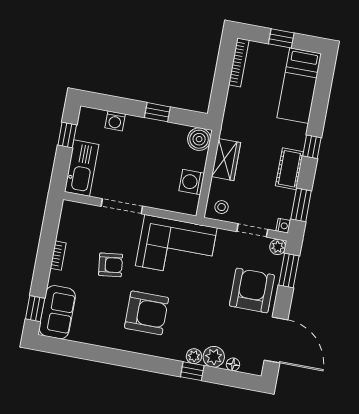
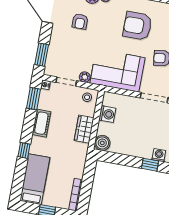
window: (157, 112) -> (150, 165), moved
window: (312, 147) -> (24, 150), moved
plant: (278, 247) -> (85, 77), moved
armchair: (252, 290) -> (80, 21), moved, width x0.53, depth x0.53

